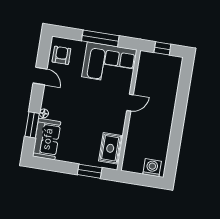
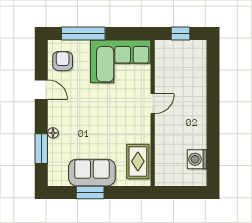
window: (100, 38) -> (83, 34), moved
sofa: (47, 139) -> (92, 173), moved, turned -90
washing machine: (152, 168) -> (197, 159), moved, turned -90
window: (90, 171) -> (90, 192), moved

